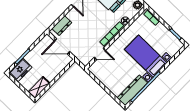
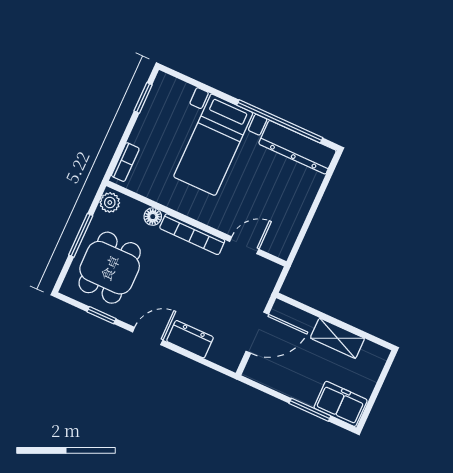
dresser: (62, 26) -> (190, 339), moved
door: (62, 46) -> (257, 333), hinge flipped
door: (100, 54) -> (244, 245), hinge flipped
shelving: (39, 88) -> (337, 338), moved

